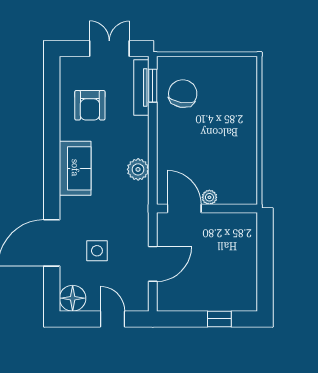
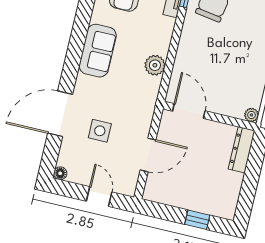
plant: (209, 197) -> (251, 115), moved
dresser: (248, 236) -> (242, 150), added
floor lamp: (73, 298) -> (60, 173), width x0.53, depth x0.53

